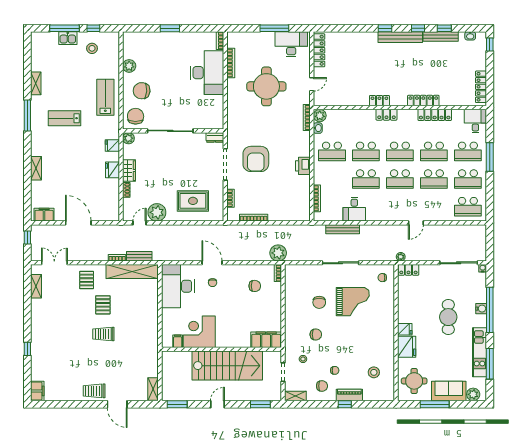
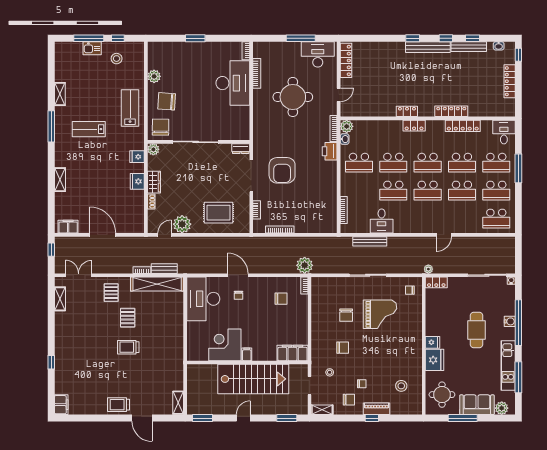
locker: (481, 87) -> (510, 81), moved
printer: (303, 166) -> (330, 151), moved
filing cabinet: (178, 341) -> (247, 354), moved

